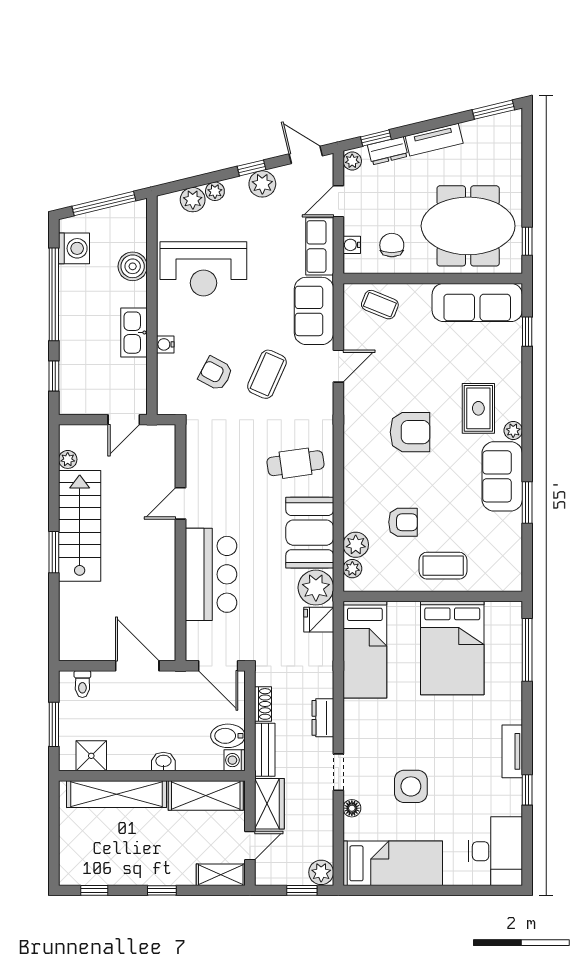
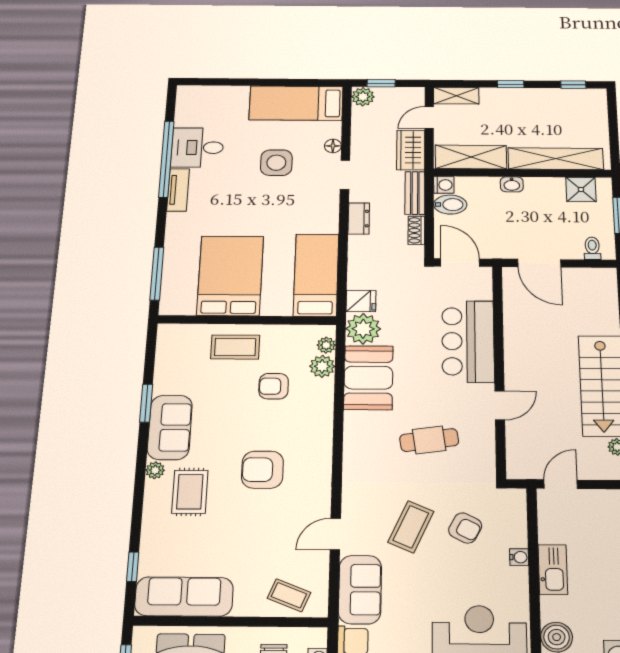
cafe table: (296, 463) -> (429, 440), moved
window: (527, 790) -> (166, 159), width x3.17
desk: (495, 851) -> (197, 148), moved, width x0.73

